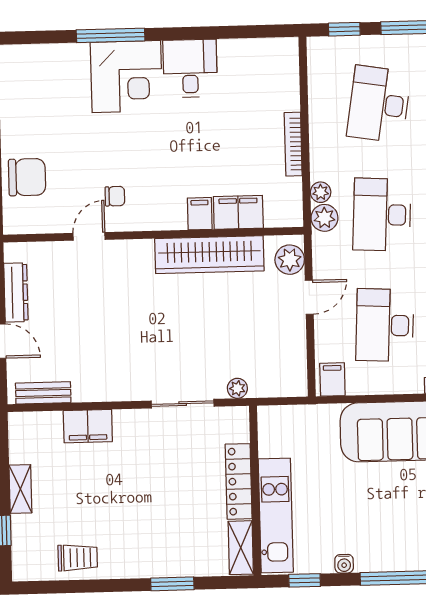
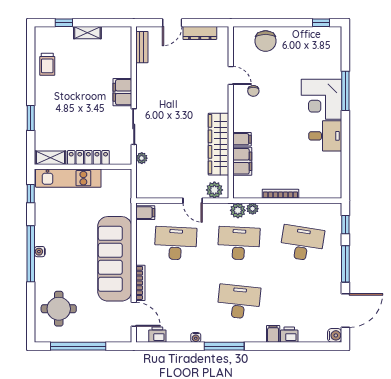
filing cabinet: (88, 426) -> (122, 92), moved
water cooler: (344, 564) -> (40, 252), moved

